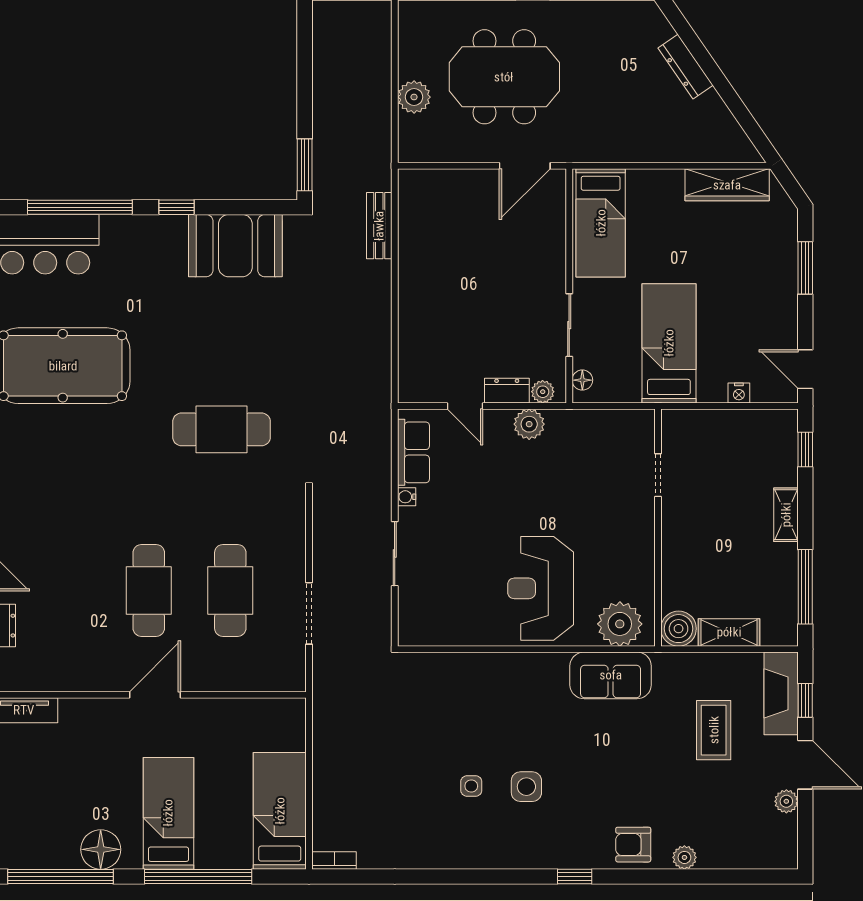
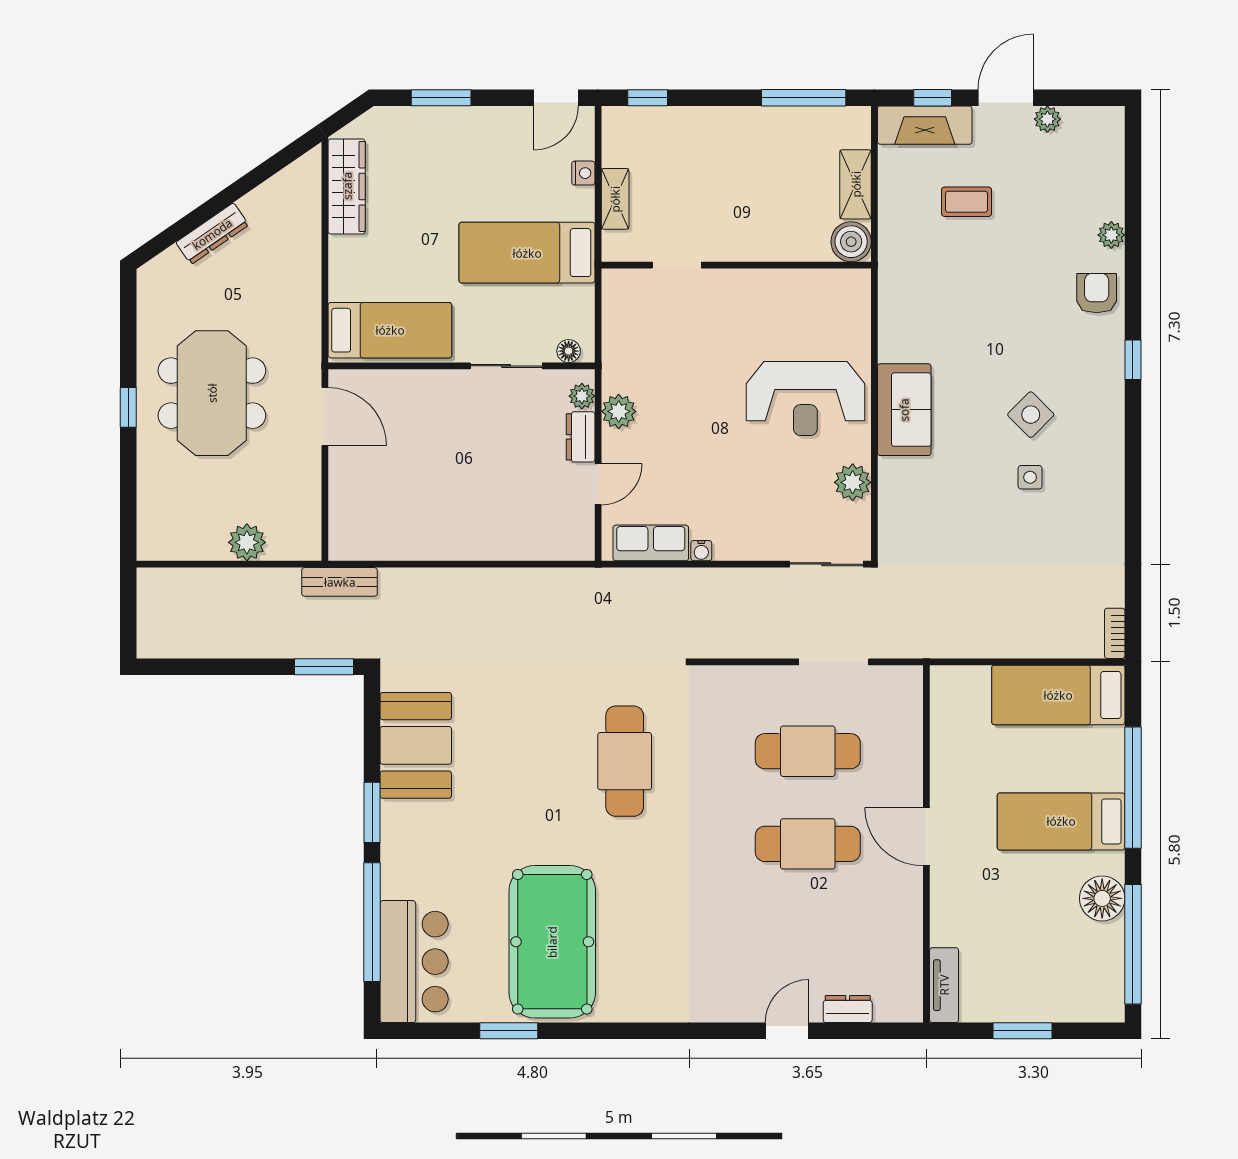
meeting table: (504, 77) -> (212, 393), moved
window: (176, 207) -> (372, 812), width x1.50
bench: (379, 226) -> (340, 582), moved
shelving: (786, 515) -> (615, 199), moved, turned 90
sliding door: (395, 554) -> (826, 564), moved
plant: (620, 624) -> (853, 482), moved, width x0.73, depth x0.73
sofa: (611, 675) -> (904, 410), moved
coffee table: (714, 730) -> (966, 202), width x0.73, depth x0.77
side table: (526, 787) -> (1031, 415), turned 45
armchair: (633, 845) -> (1097, 293), turned 180

